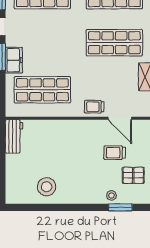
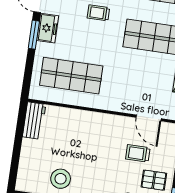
freezer: (14, 60) -> (48, 28), moved
trolley: (94, 107) -> (98, 13), moved

